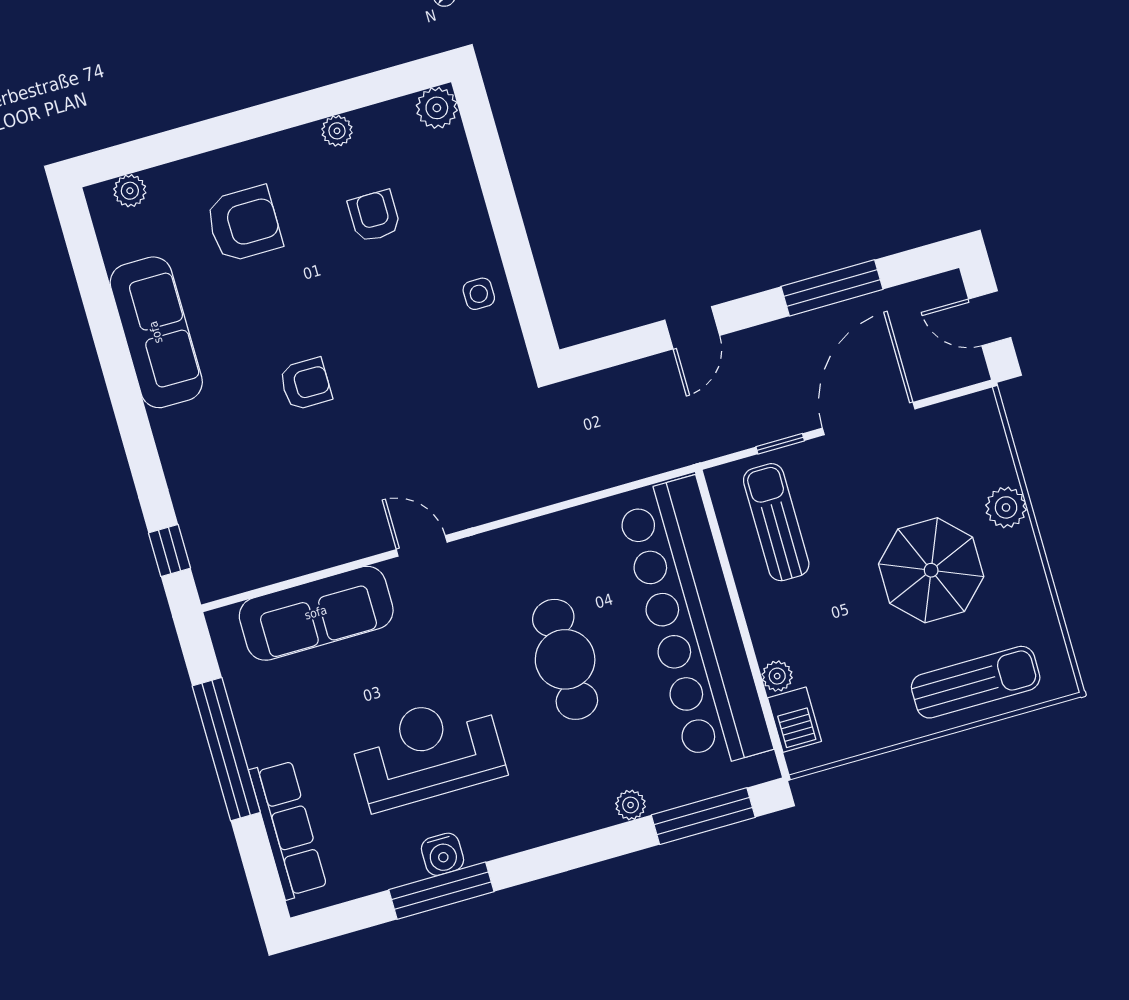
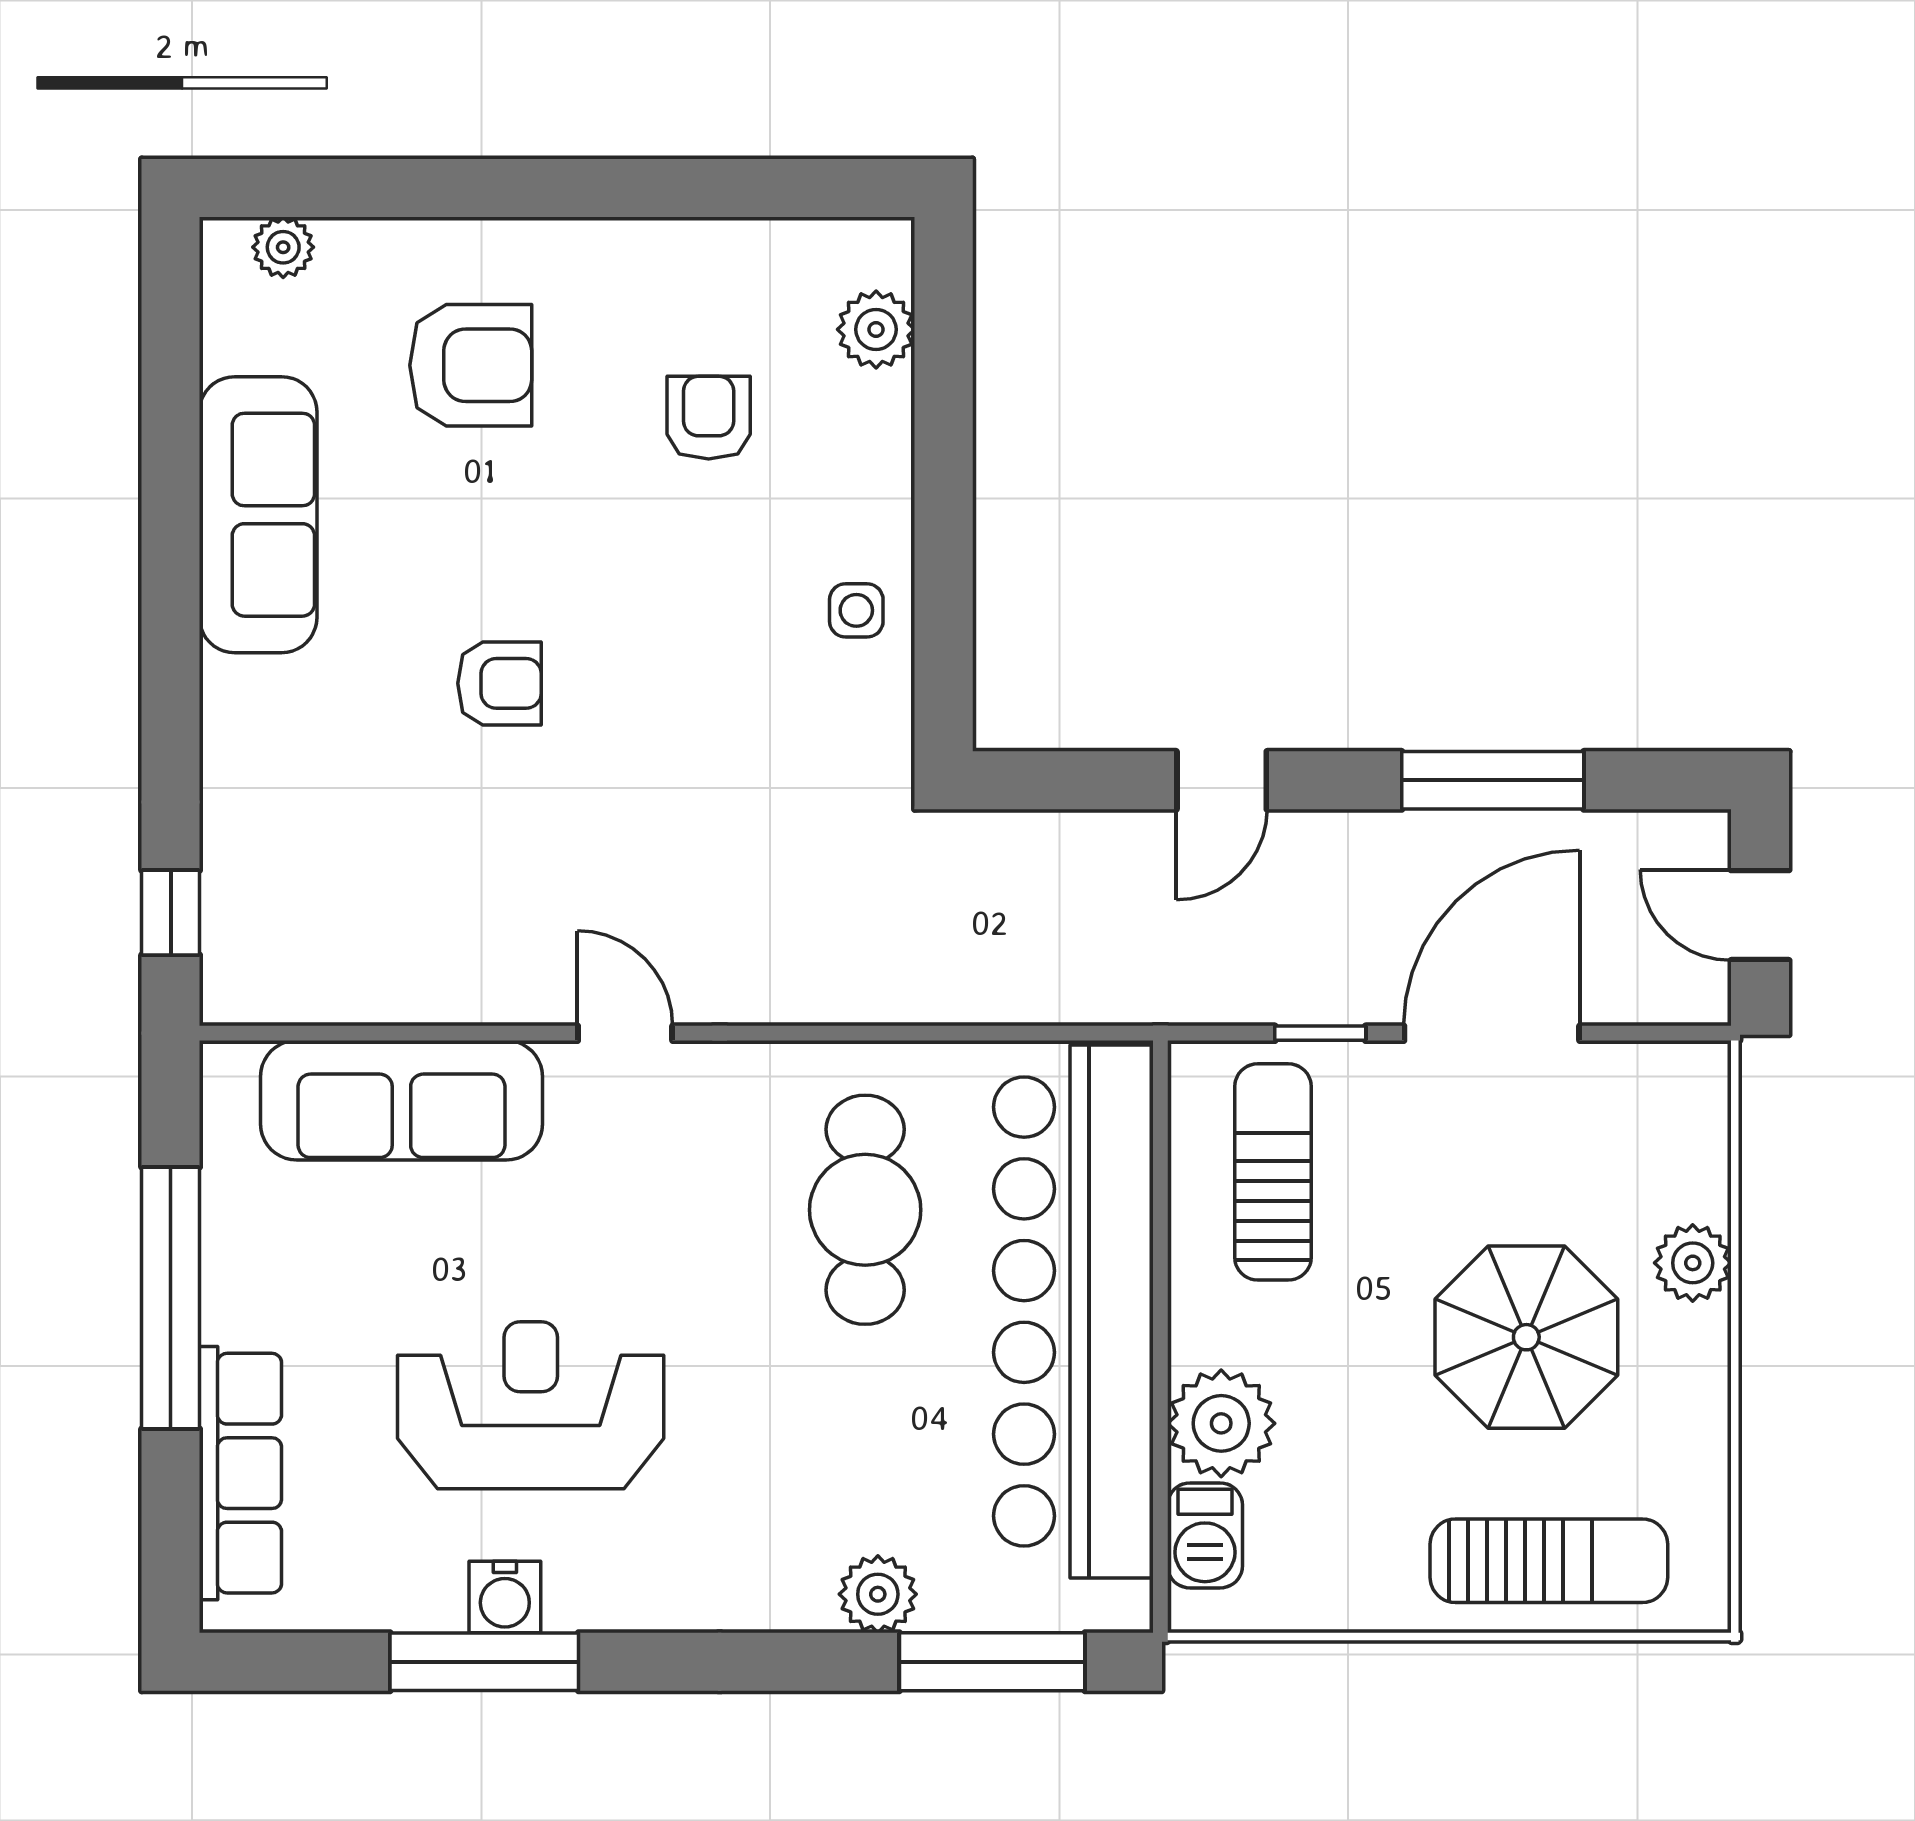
plant: (437, 108) -> (876, 329), moved
plant: (337, 131) -> (685, 246), removed
cafe table: (565, 659) -> (865, 1210), moved
plant: (777, 676) -> (1221, 1423), width x1.87, depth x1.87
plant: (631, 805) -> (878, 1594), width x1.38, depth x1.38

